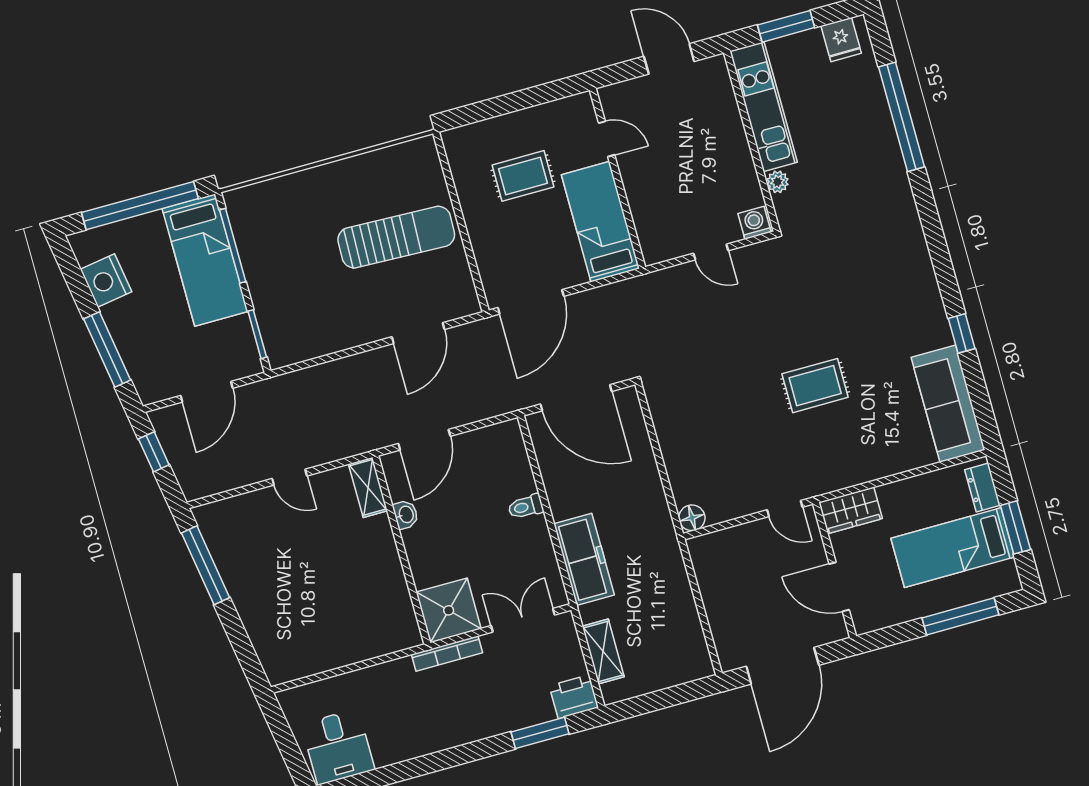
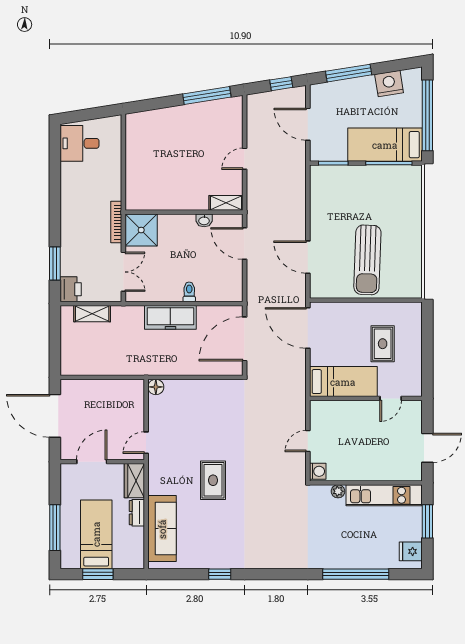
sofa: (948, 404) -> (162, 529), moved, turned 90
dresser: (982, 487) -> (137, 513), moved, turned -90
freezer: (584, 559) -> (170, 317), moved

